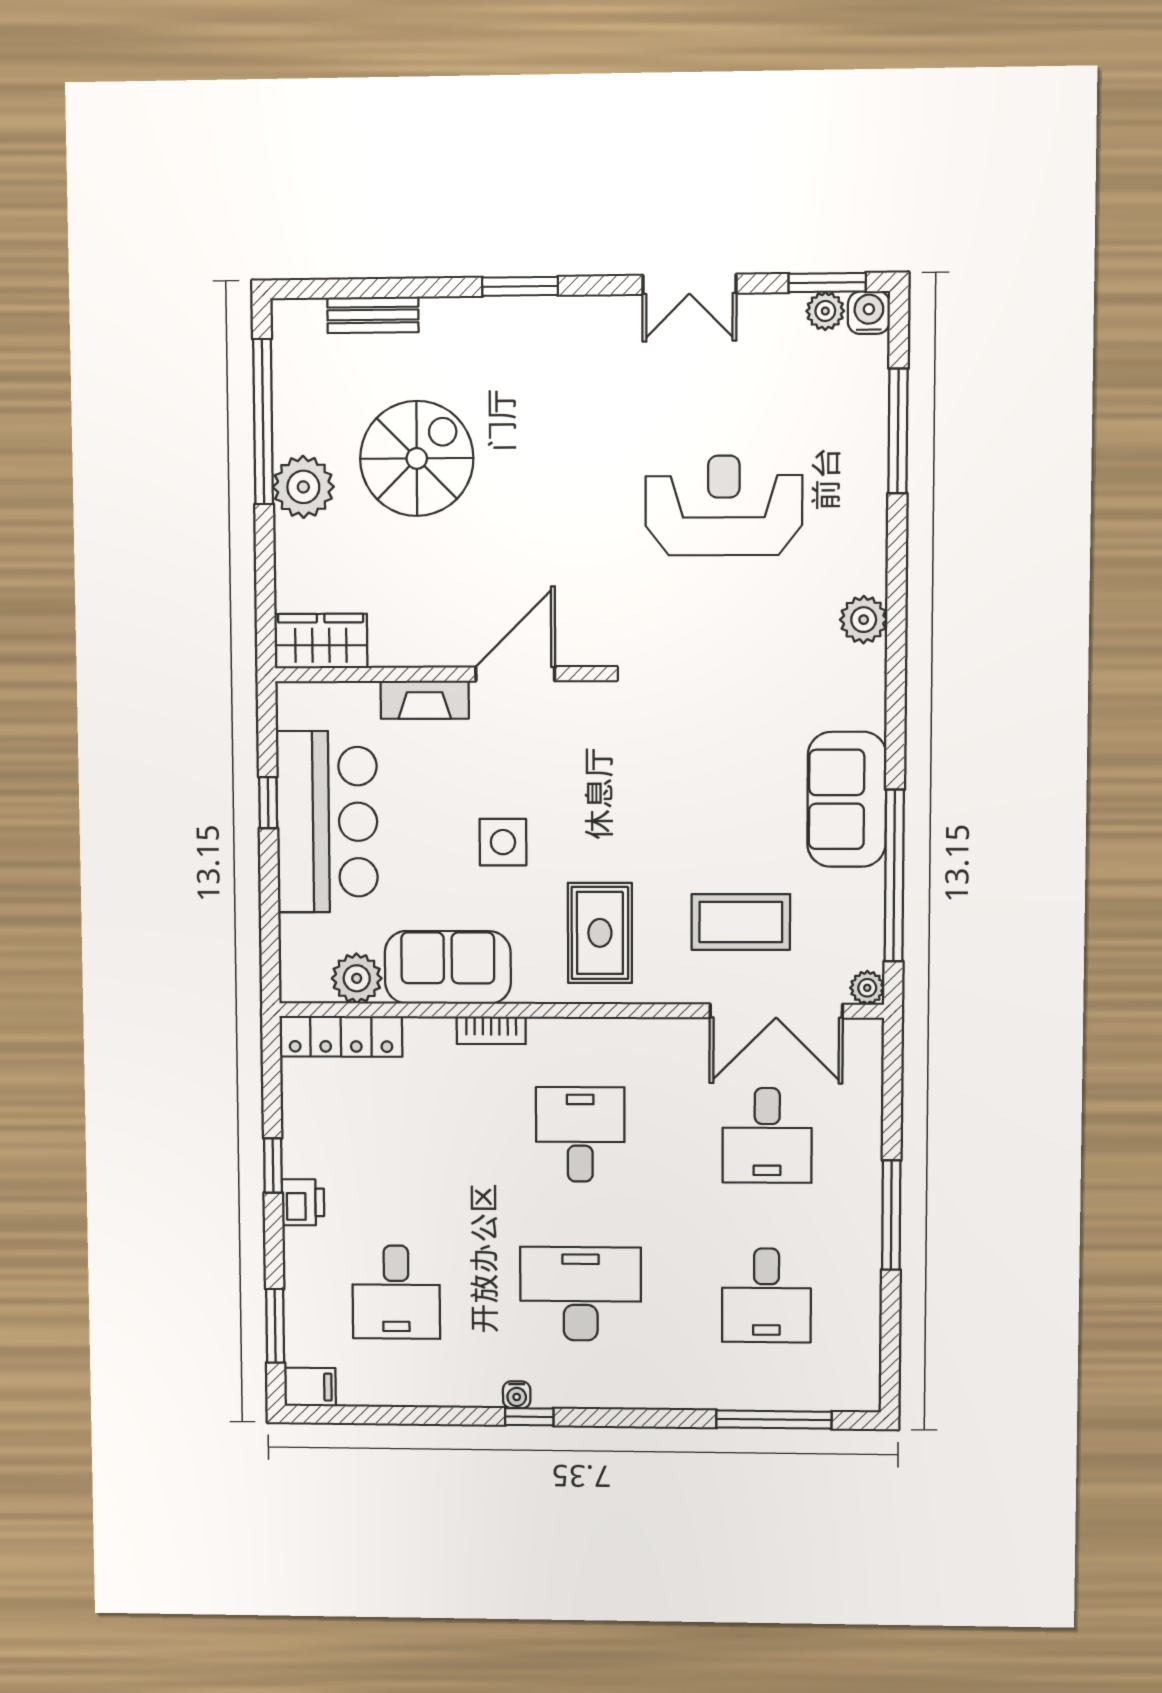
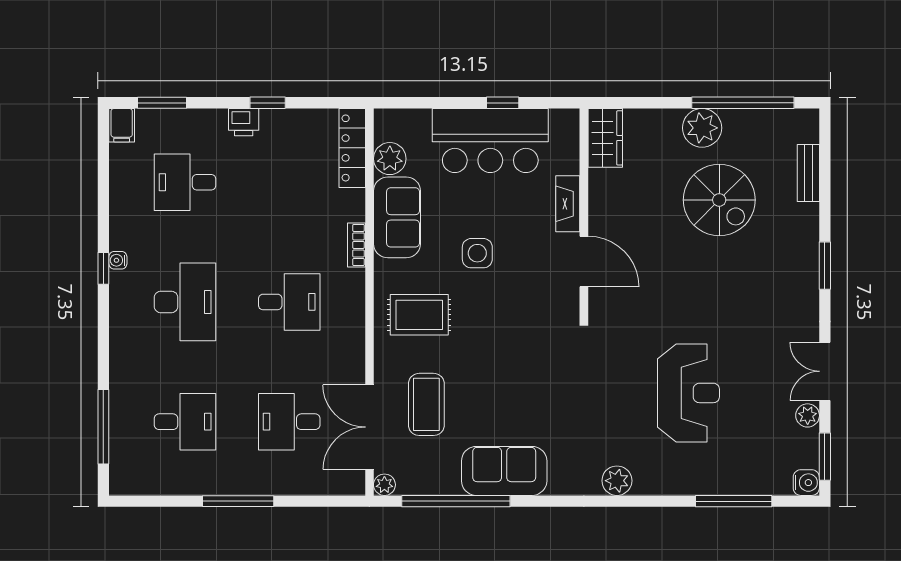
plant: (825, 311) -> (808, 415), moved
desk: (766, 1295) -> (185, 422), turned 180

